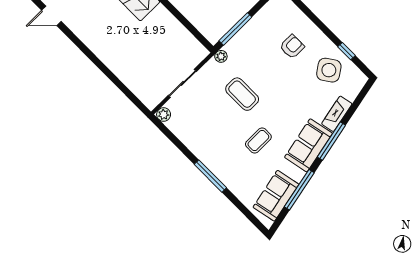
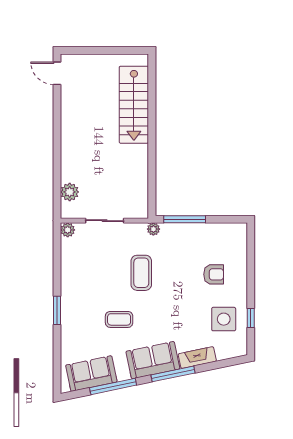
side table: (329, 70) -> (224, 319), turned 35
plant: (139, 88) -> (70, 192), added
window: (210, 176) -> (57, 310), width x0.69

